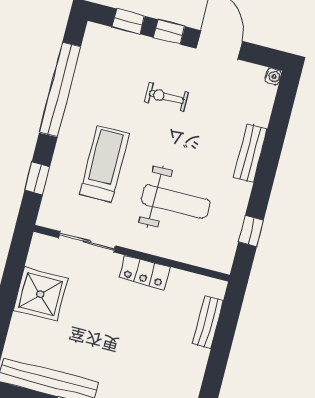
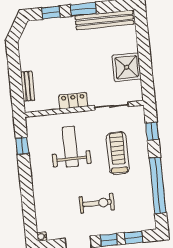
exercise bike: (166, 97) -> (97, 203), width x1.38, depth x1.39
bench: (250, 153) -> (39, 189), removed
treadmill: (104, 164) -> (118, 153), turned 180
weight bench: (175, 202) -> (70, 147), turned 90

